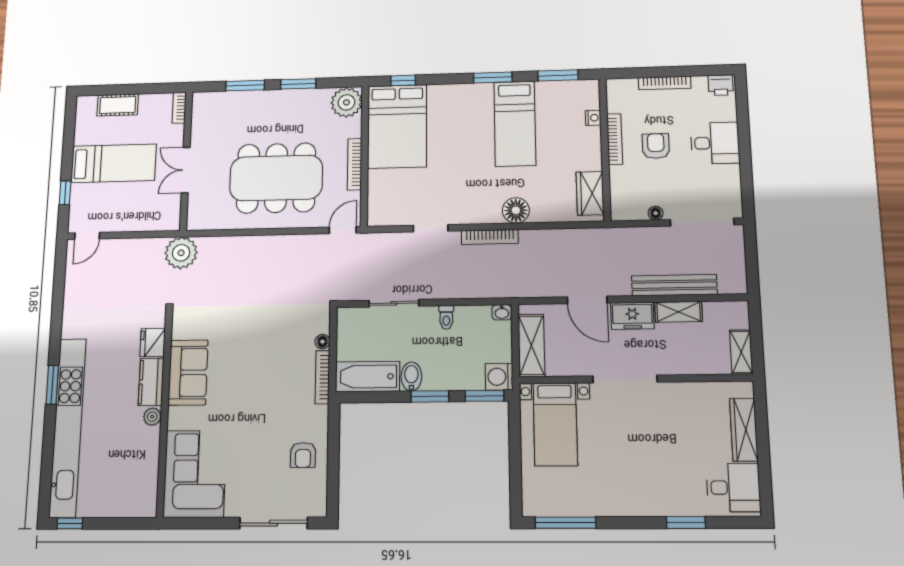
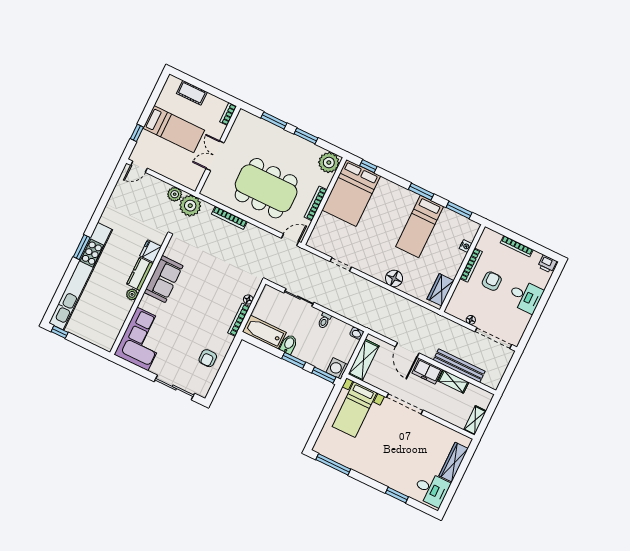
bookcase: (490, 237) -> (229, 218), moved
plant: (153, 248) -> (175, 194), added

